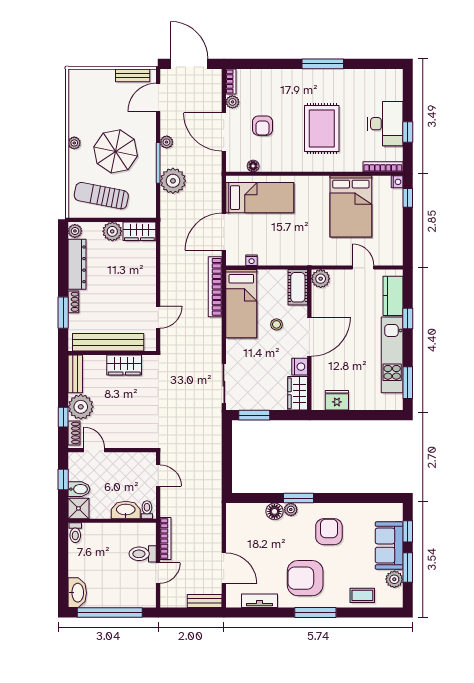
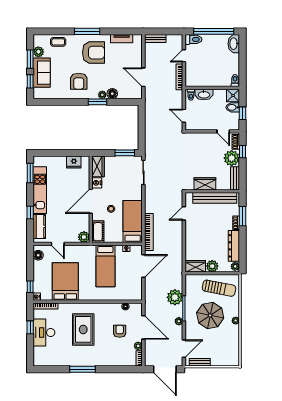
bed: (260, 198) -> (105, 266), moved, turned -90
floor lamp: (395, 249) -> (38, 255), added
toilet: (143, 554) -> (193, 39), moved
door: (224, 568) -> (143, 77), moved

